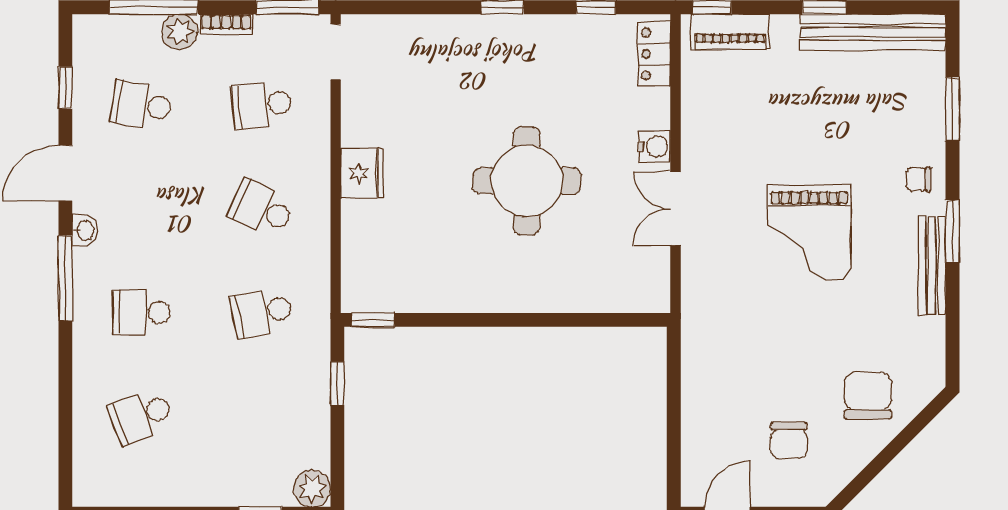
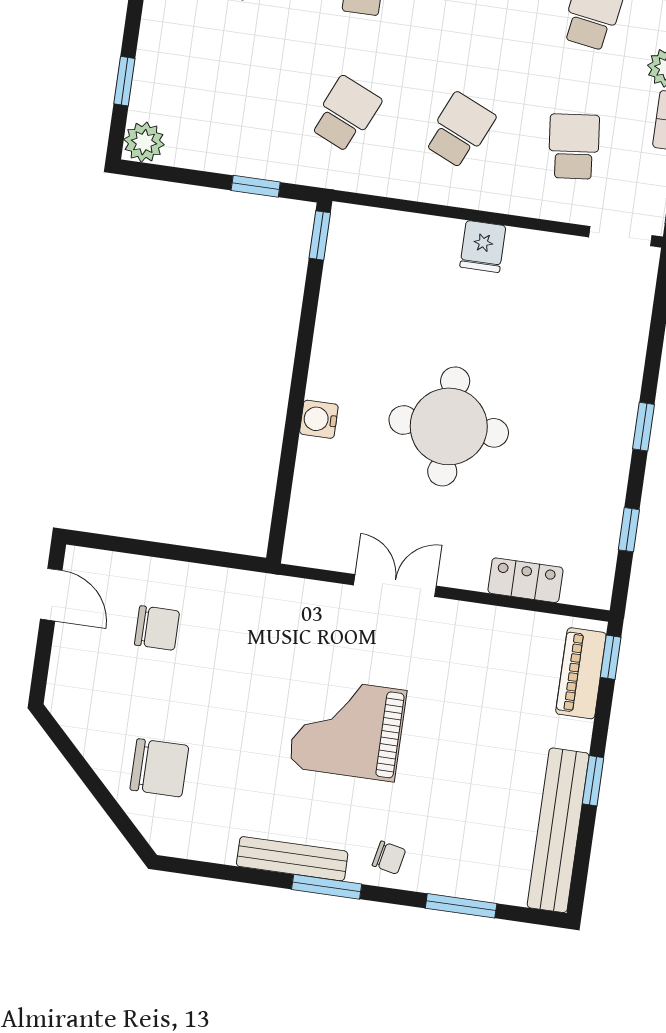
locker: (654, 54) -> (525, 580), moved
water cooler: (655, 146) -> (319, 419), moved, turned 90
fridge: (362, 173) -> (483, 246), width x0.72
chair: (919, 179) -> (389, 858), turned 102
school desk: (262, 312) -> (346, 114), turned 36
chair: (789, 440) -> (157, 628), moved, turned 180

